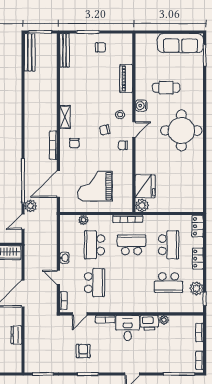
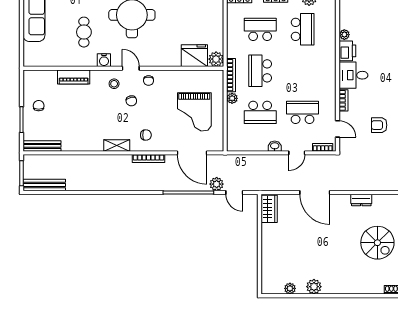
plant: (83, 220) -> (232, 98), moved

